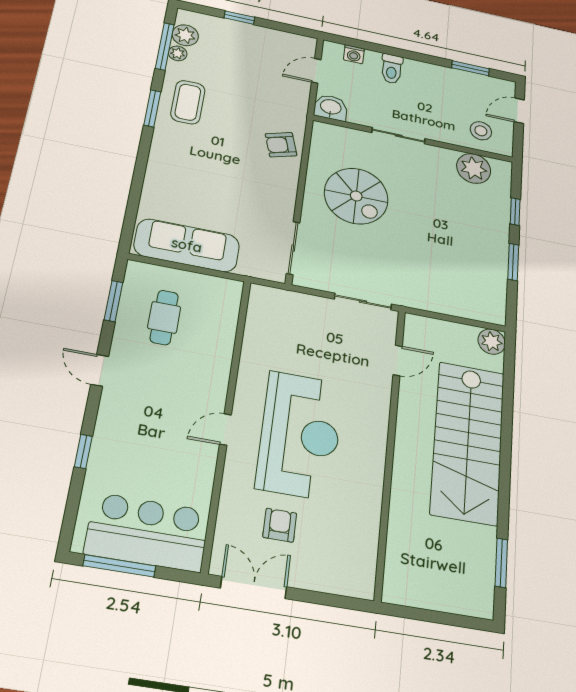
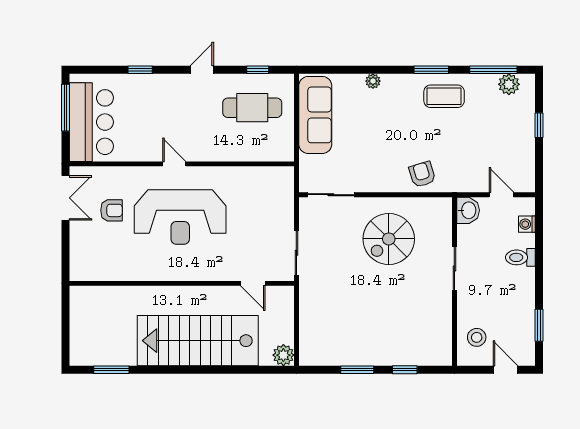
plant: (178, 53) -> (373, 81), moved
plant: (474, 168) -> (438, 333), removed
window: (113, 301) -> (258, 70), width x0.67
cafe table: (164, 317) -> (252, 108), width x1.37, depth x1.35

